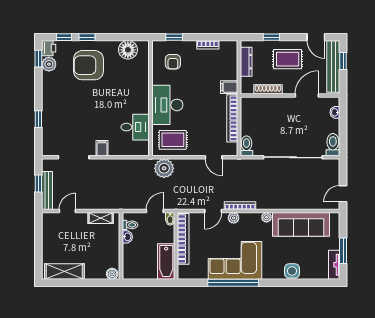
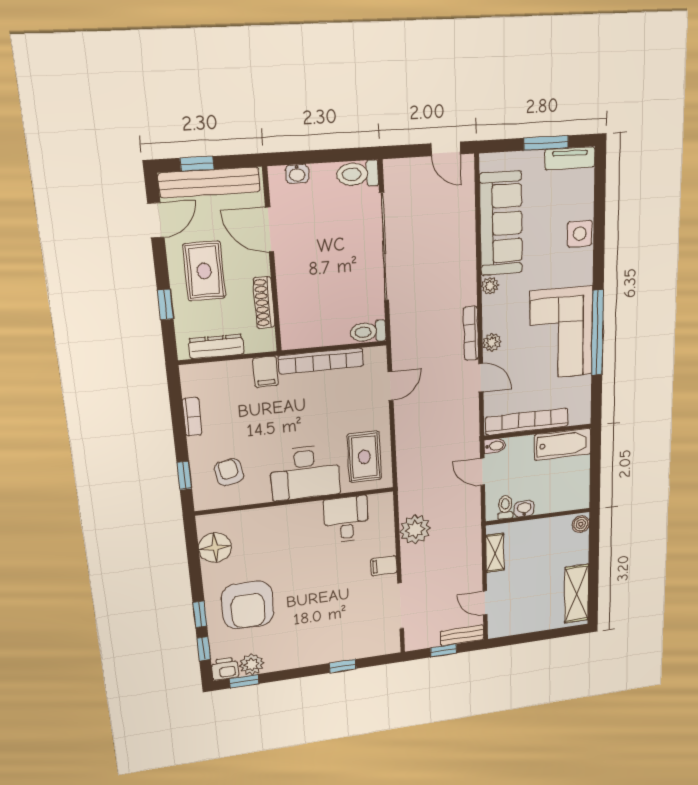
armchair: (173, 62) -> (229, 472), turned -100
plant: (164, 168) -> (415, 529), moved
bench: (47, 191) -> (462, 635), width x0.73

